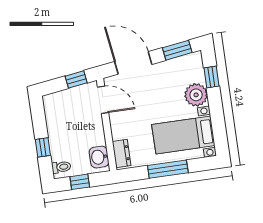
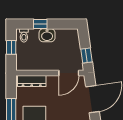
dresser: (122, 154) -> (32, 81), width x1.44
washbasin: (99, 157) -> (47, 35), moved, turned 180

